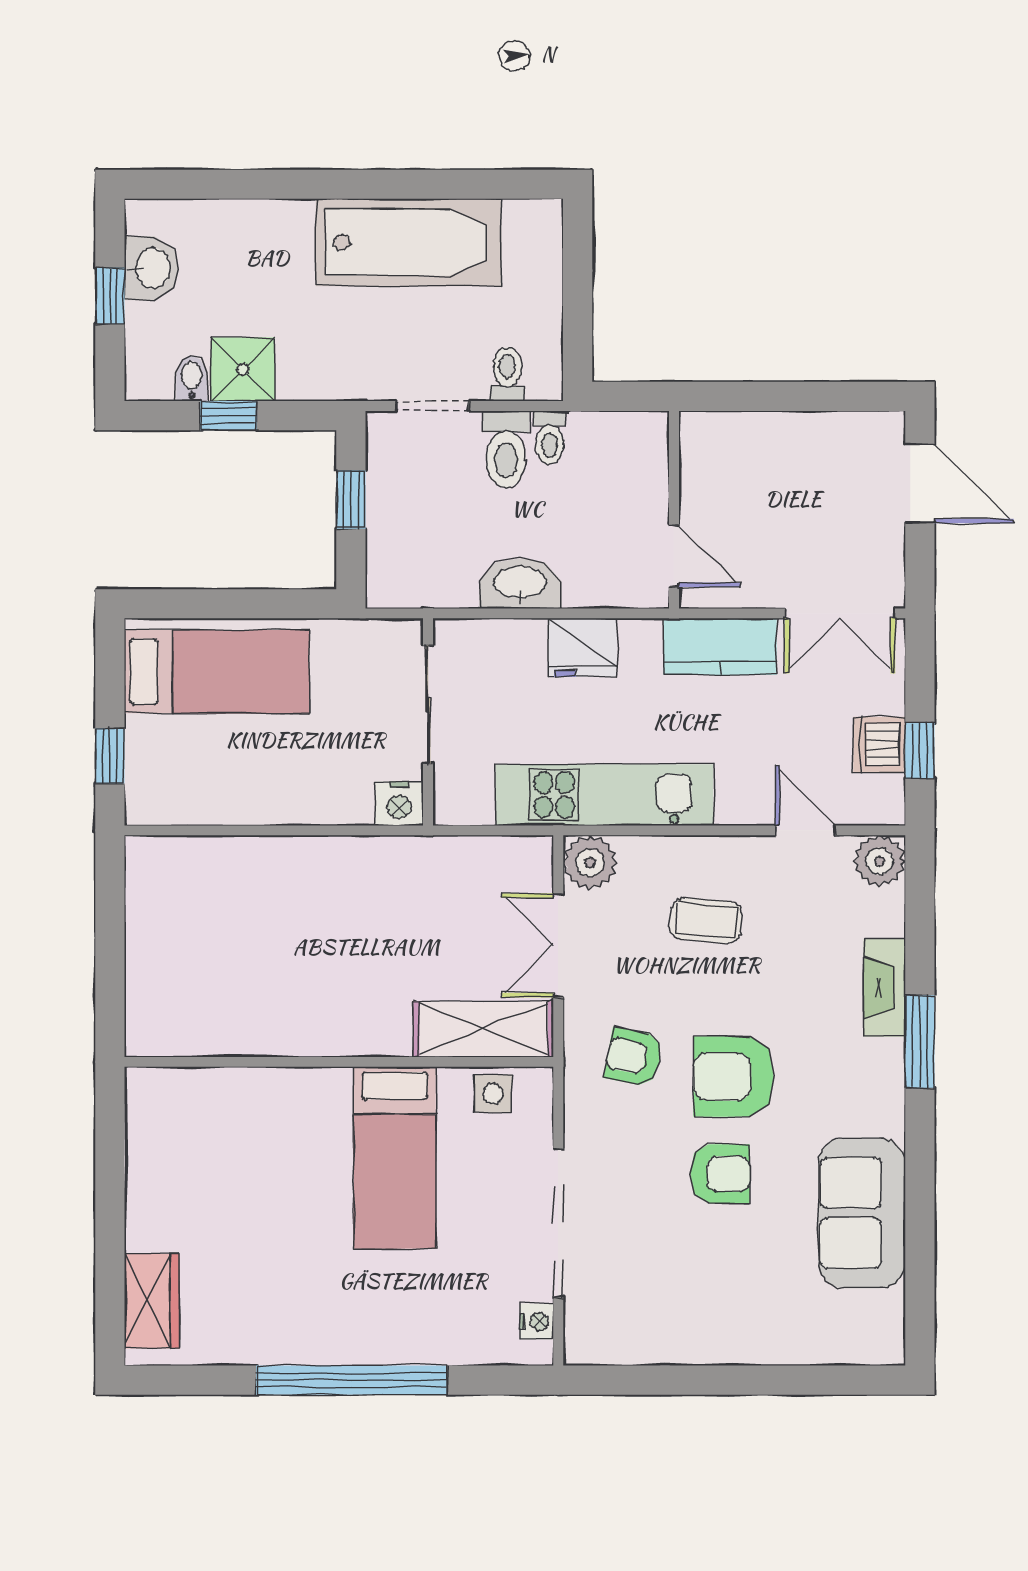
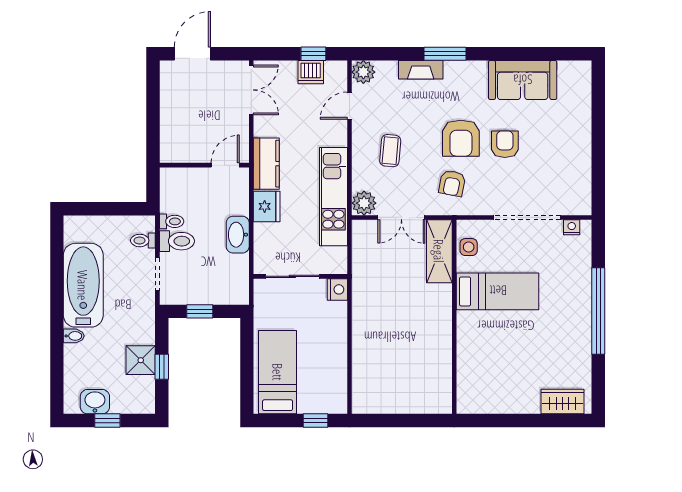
bidet: (192, 379) -> (74, 336), moved, turned 180
kitchen counter: (720, 647) -> (266, 164), moved

